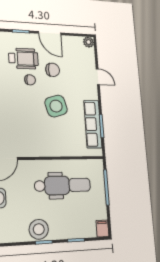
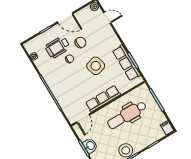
wheelchair: (23, 59) -> (58, 47), turned 180
door: (98, 77) -> (107, 18), moved
row of seats: (44, 149) -> (103, 99), added
dental chair: (63, 185) -> (127, 115), turned 180

